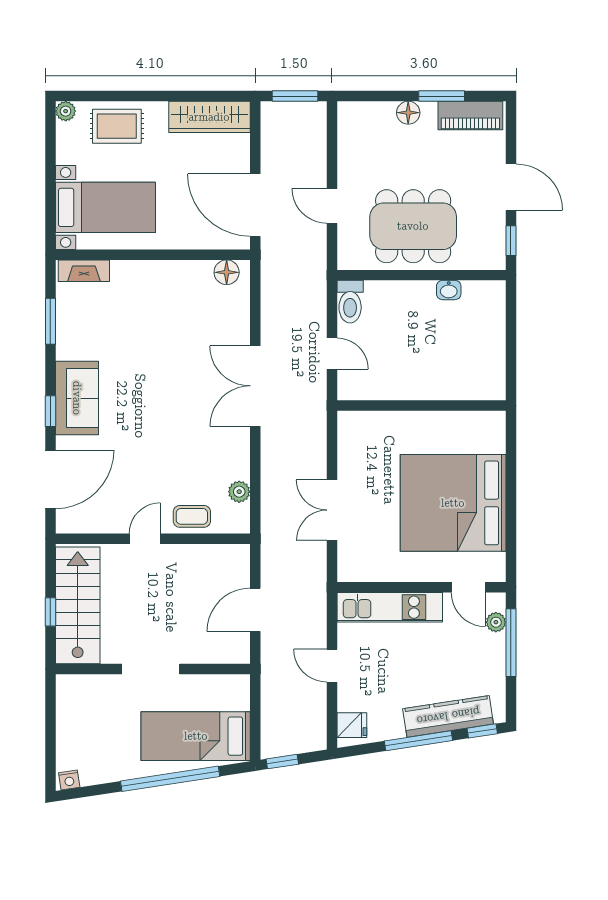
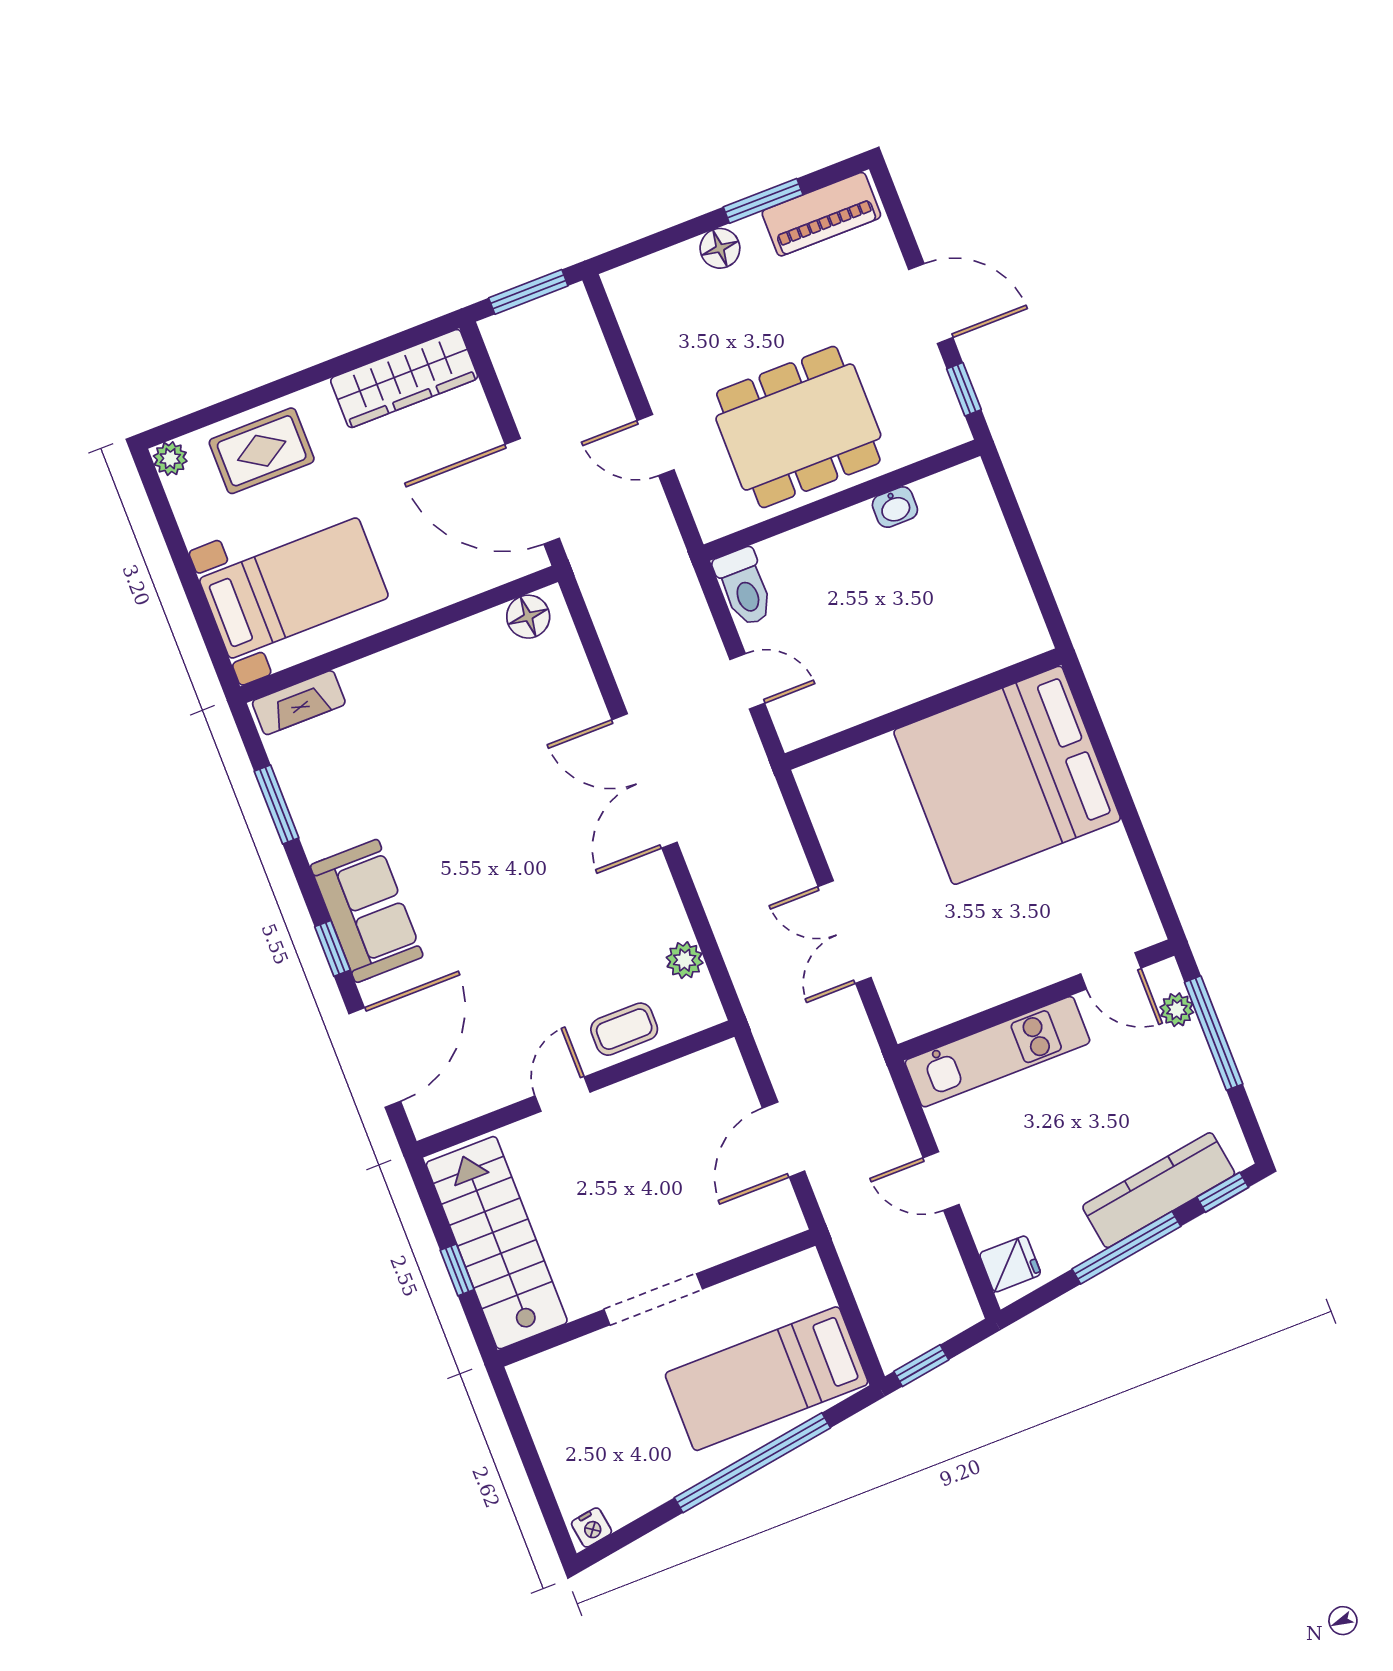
bed: (453, 503) -> (1007, 775), moved

